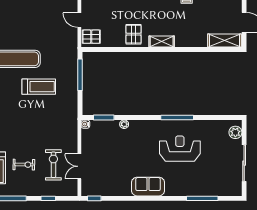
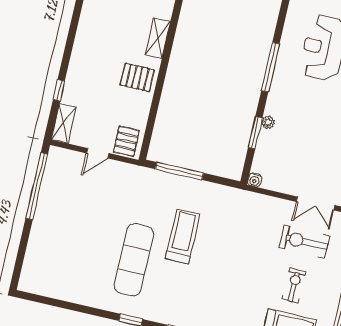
window: (104, 117) -> (255, 133), moved
window: (177, 117) -> (270, 67), moved

